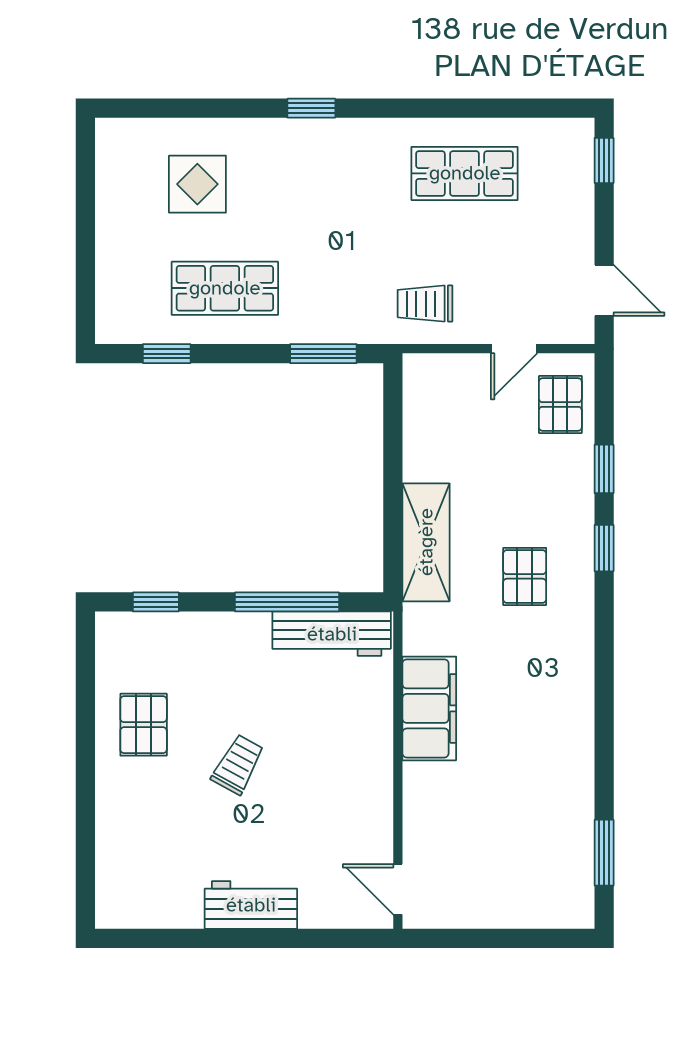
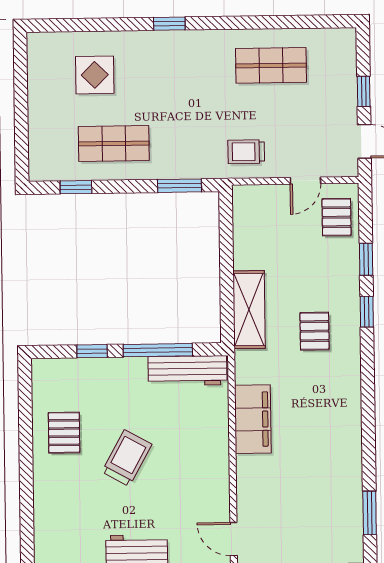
window: (604, 160) -> (364, 91), moved
window: (156, 602) -> (92, 351), moved
trolley: (238, 765) -> (127, 458), width x1.36, depth x1.39

